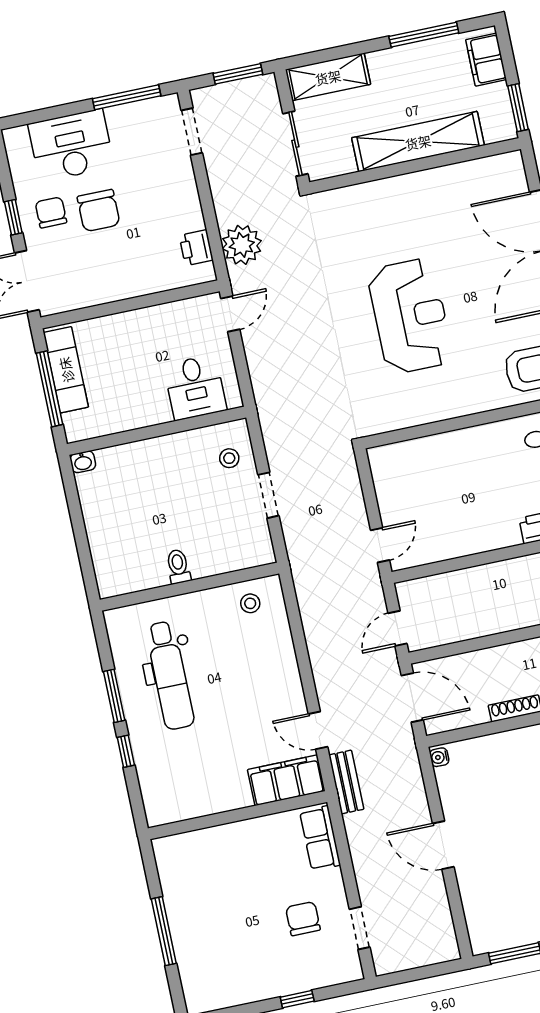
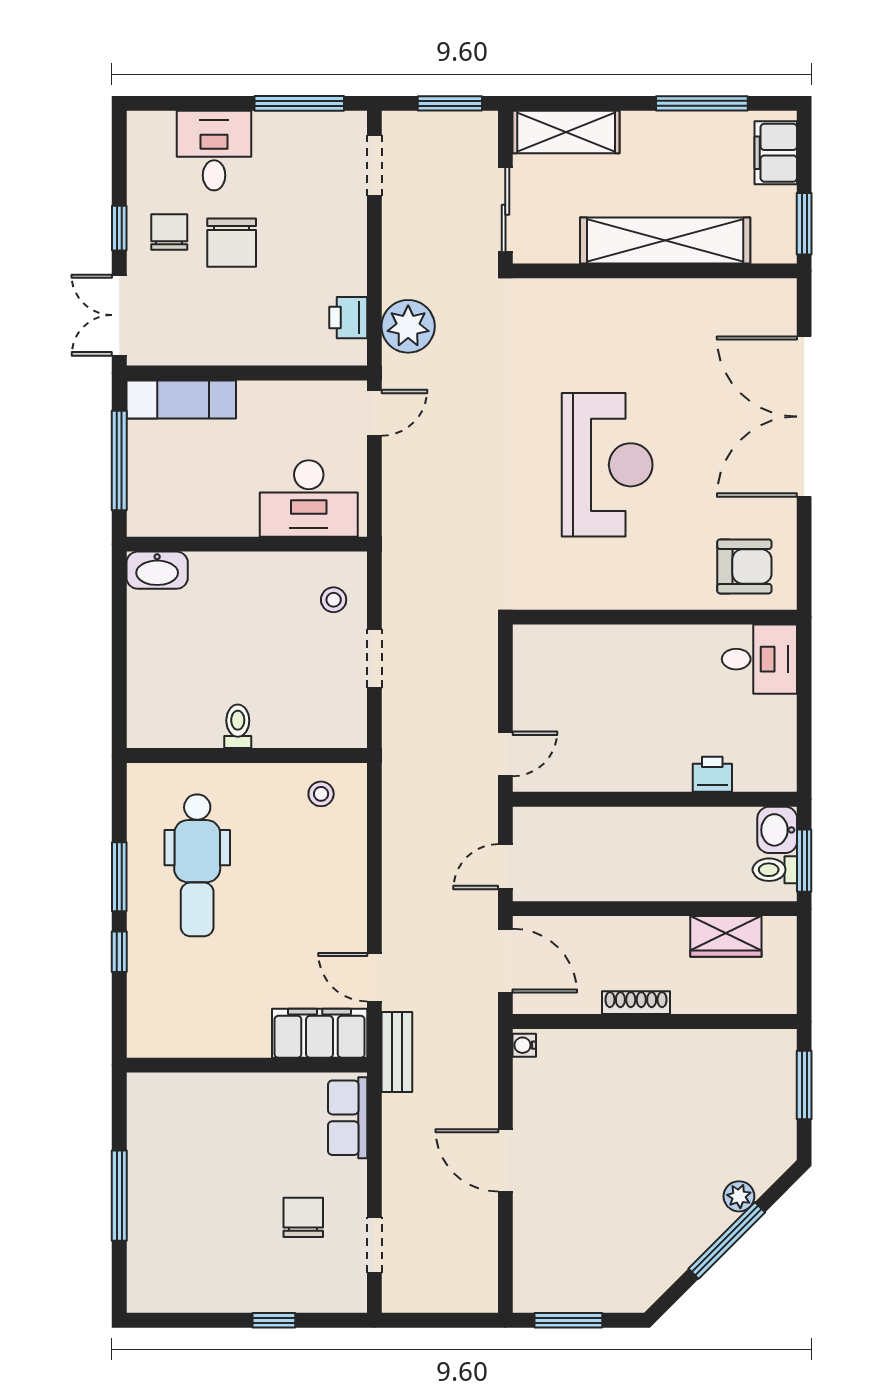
desk: (71, 145) -> (214, 151), width x0.73
exam couch: (66, 370) -> (181, 399), moved, turned 90
desk: (195, 387) -> (309, 499), width x1.37
washbasin: (83, 462) -> (157, 570), width x1.91, depth x1.45

